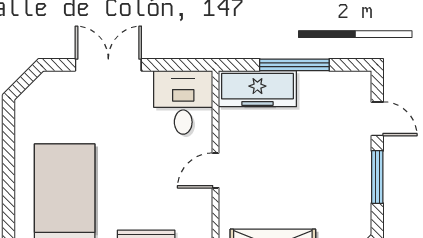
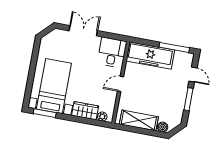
window: (294, 65) -> (174, 47), moved
freezer: (257, 89) -> (150, 56), width x1.36, depth x1.26

